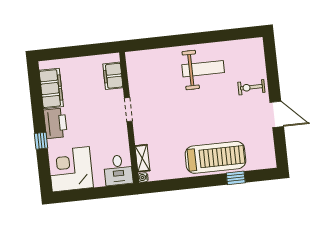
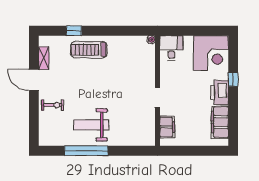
window: (206, 37) -> (86, 151), added
treadmill: (215, 157) -> (89, 50), width x0.73, depth x0.73
shelving: (142, 158) -> (44, 58), moved

